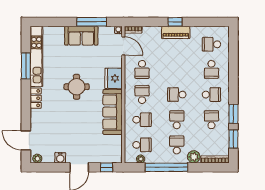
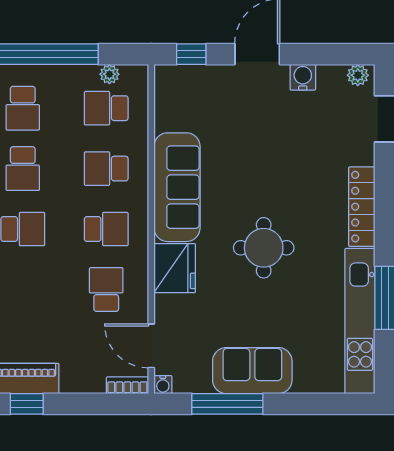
school desk: (142, 95) -> (106, 229), turned -90
locker: (36, 98) -> (362, 207), width x1.53

